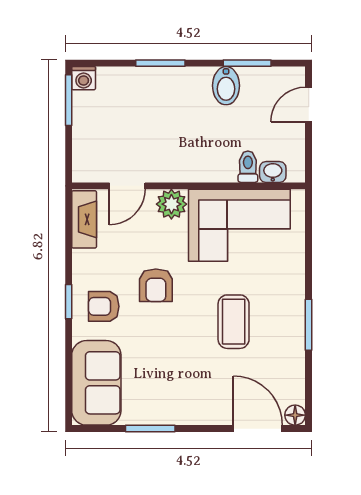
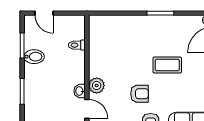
washbasin: (273, 172) -> (80, 91), moved
corner sofa: (239, 225) -> (108, 50), removed
coffee table: (234, 322) -> (167, 65), moved

